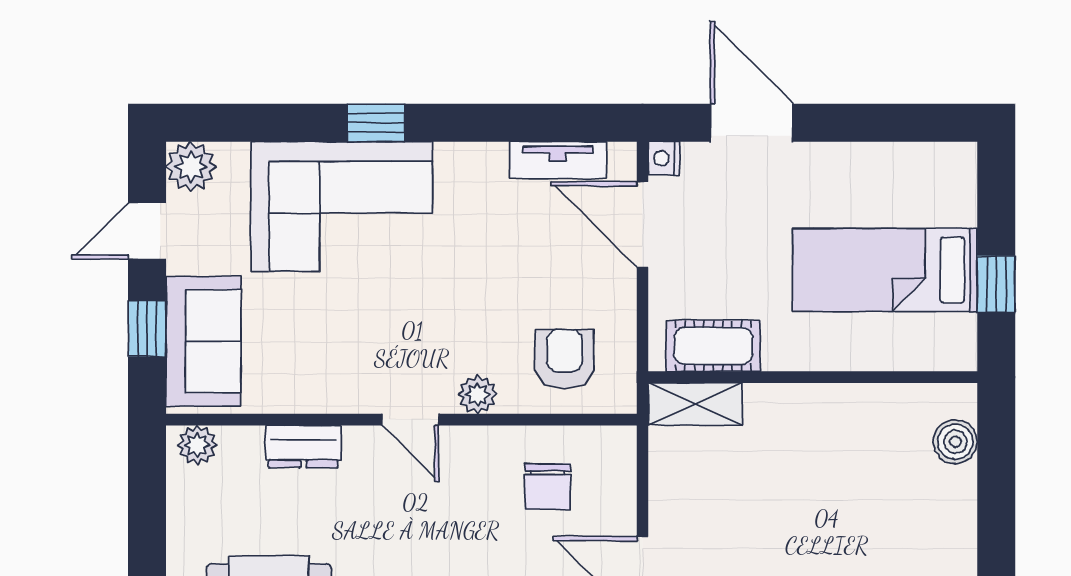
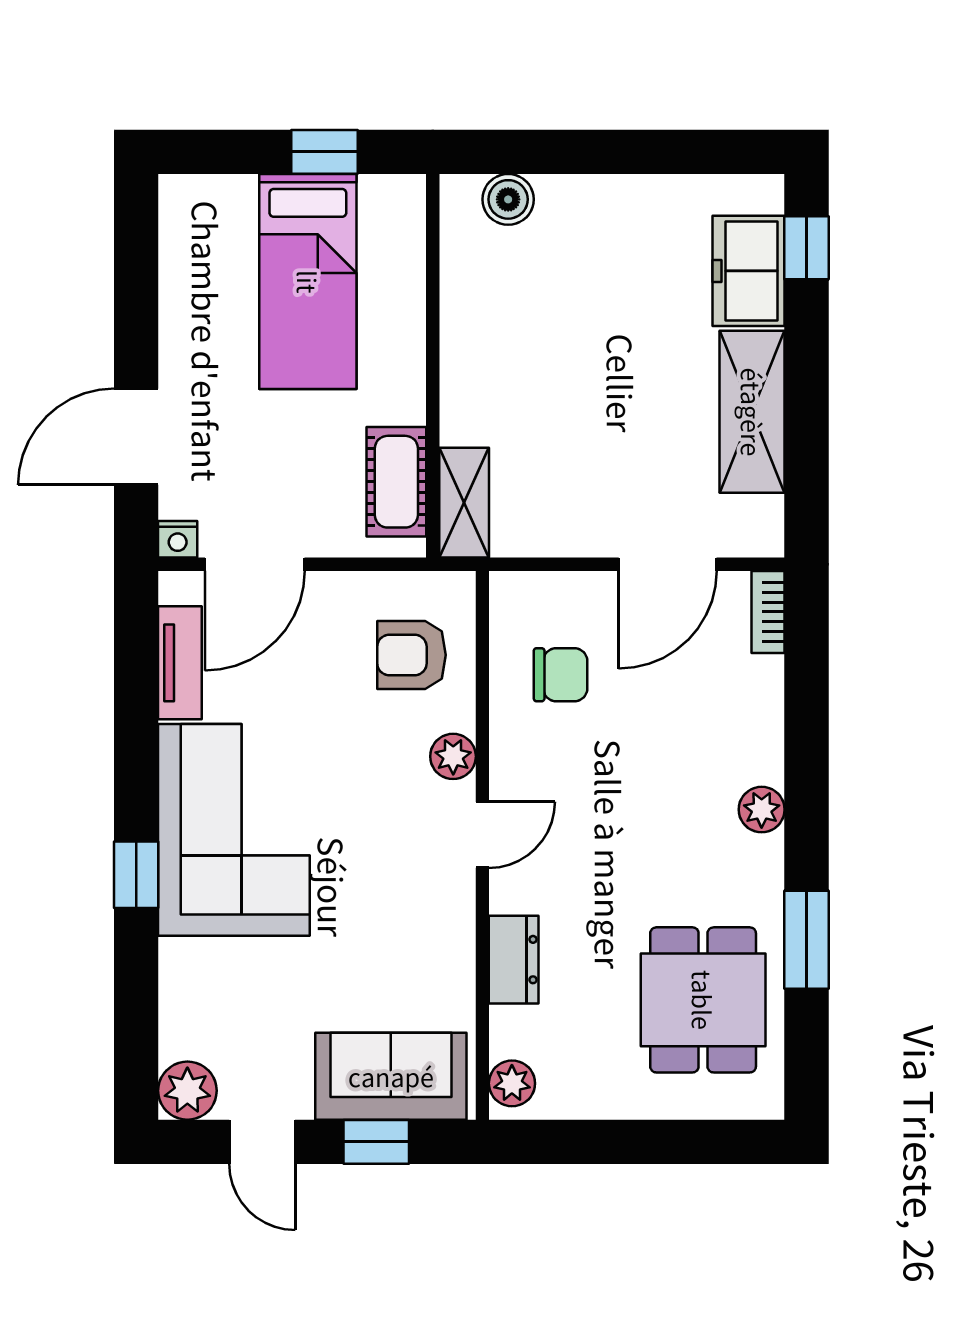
corner sofa: (342, 207) -> (234, 830), moved

